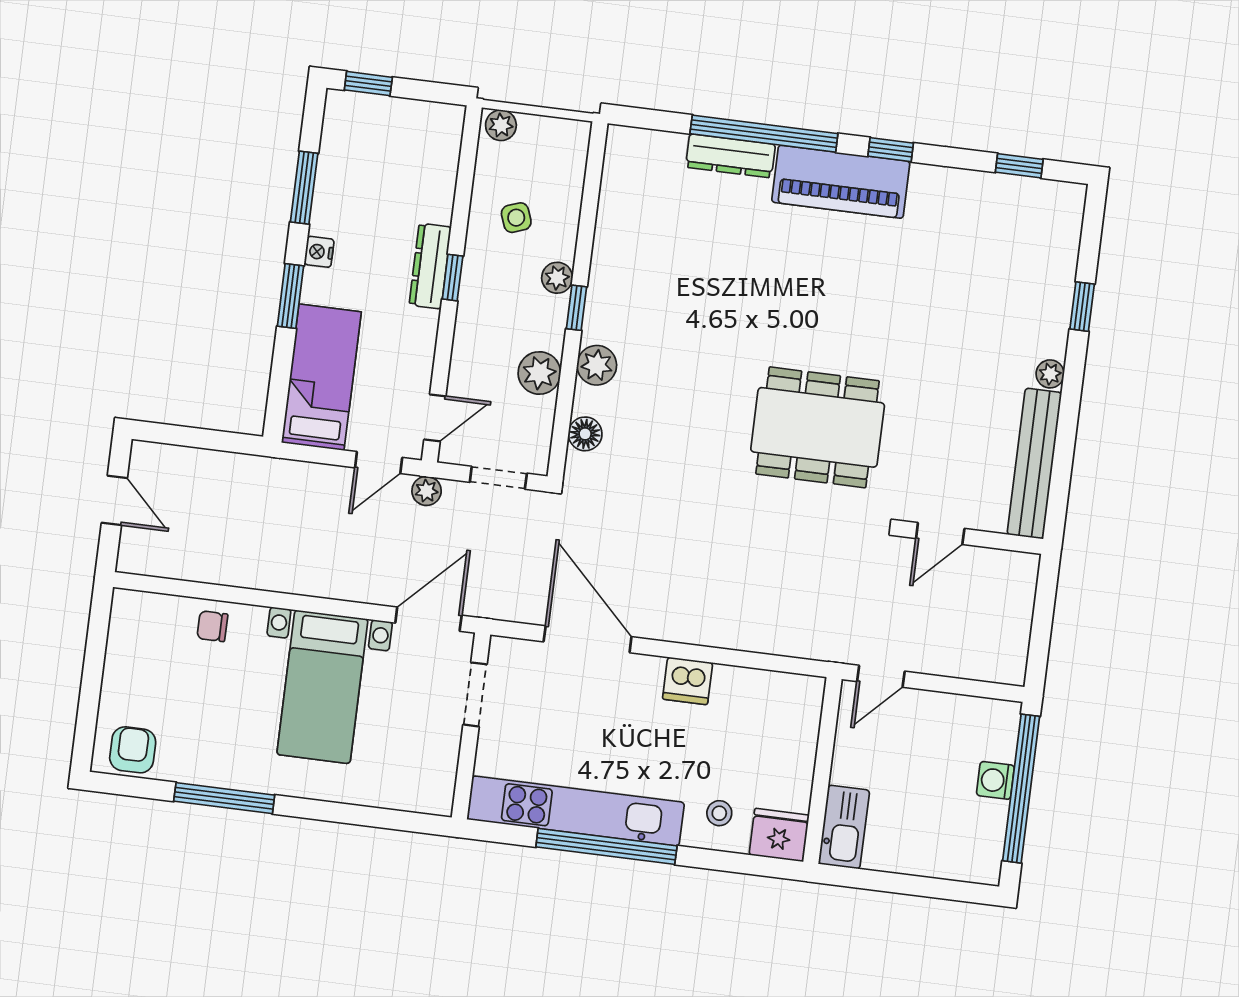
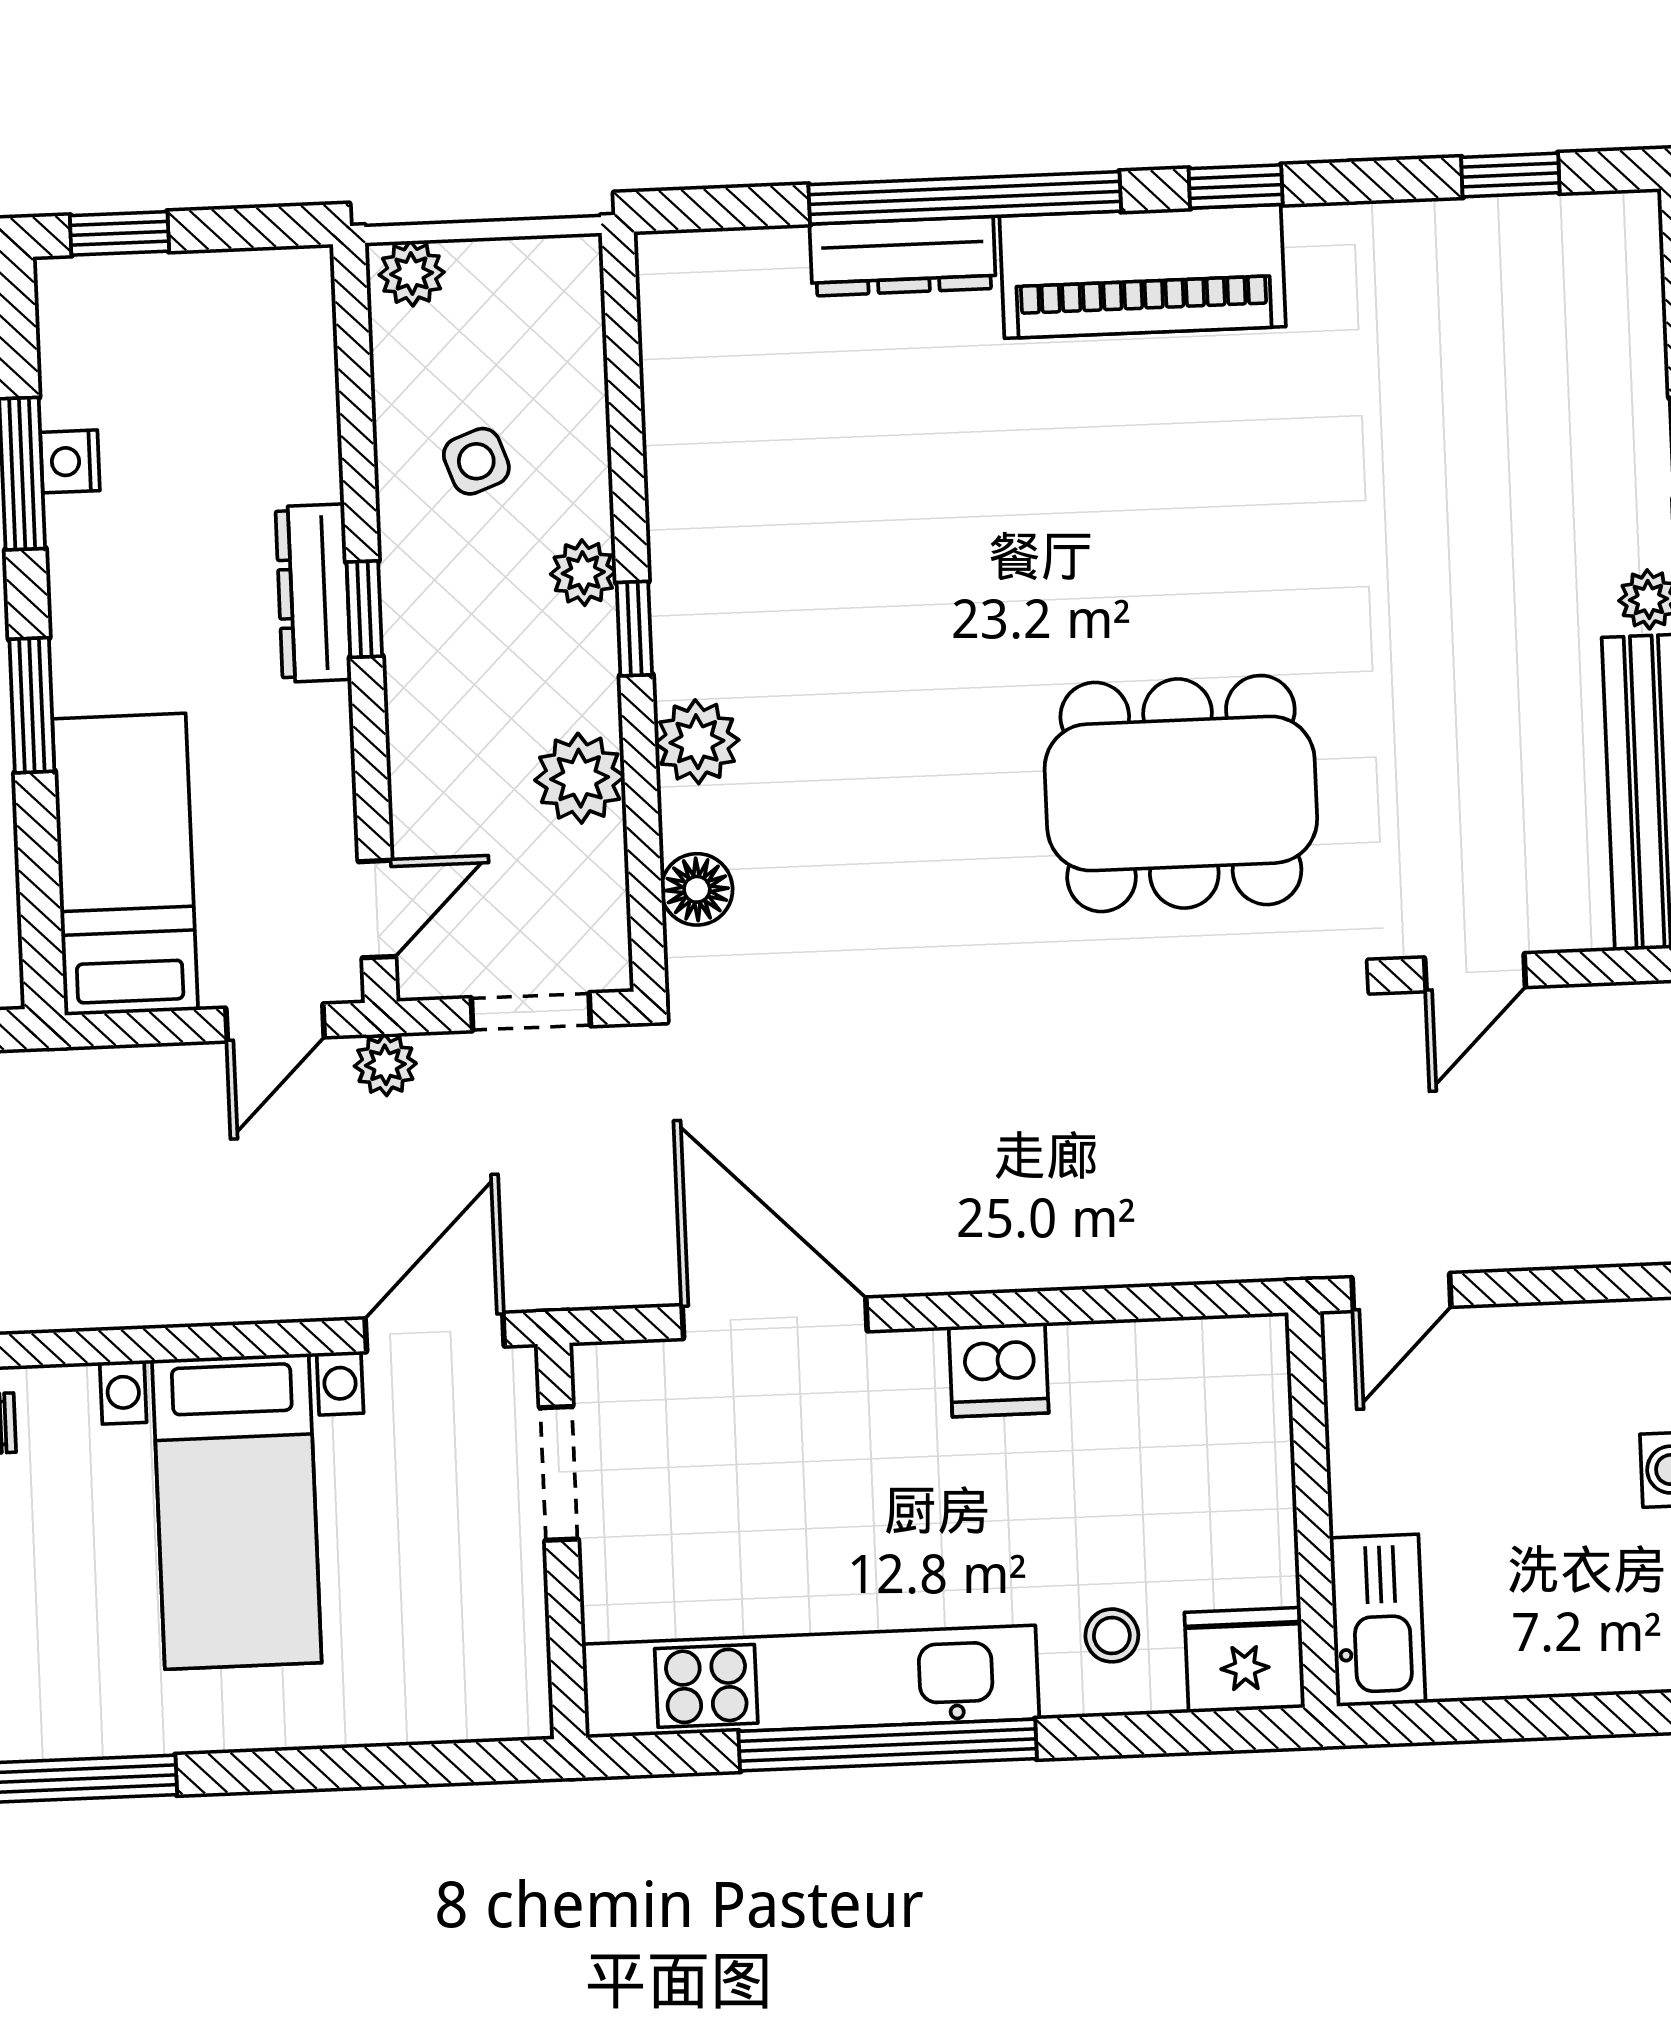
nightstand: (319, 252) -> (70, 461), moved

